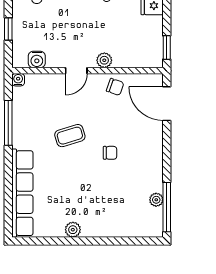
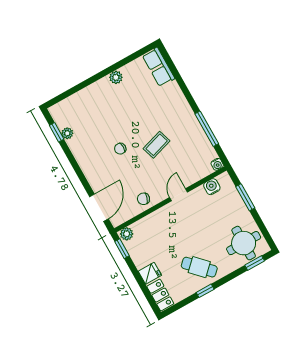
window: (8, 29) -> (245, 197), width x1.50
plant: (104, 60) -> (127, 234), moved
door: (167, 104) -> (99, 208), hinge flipped
row of seats: (22, 193) -> (159, 67), width x0.50
window: (167, 207) -> (57, 132), width x0.46

